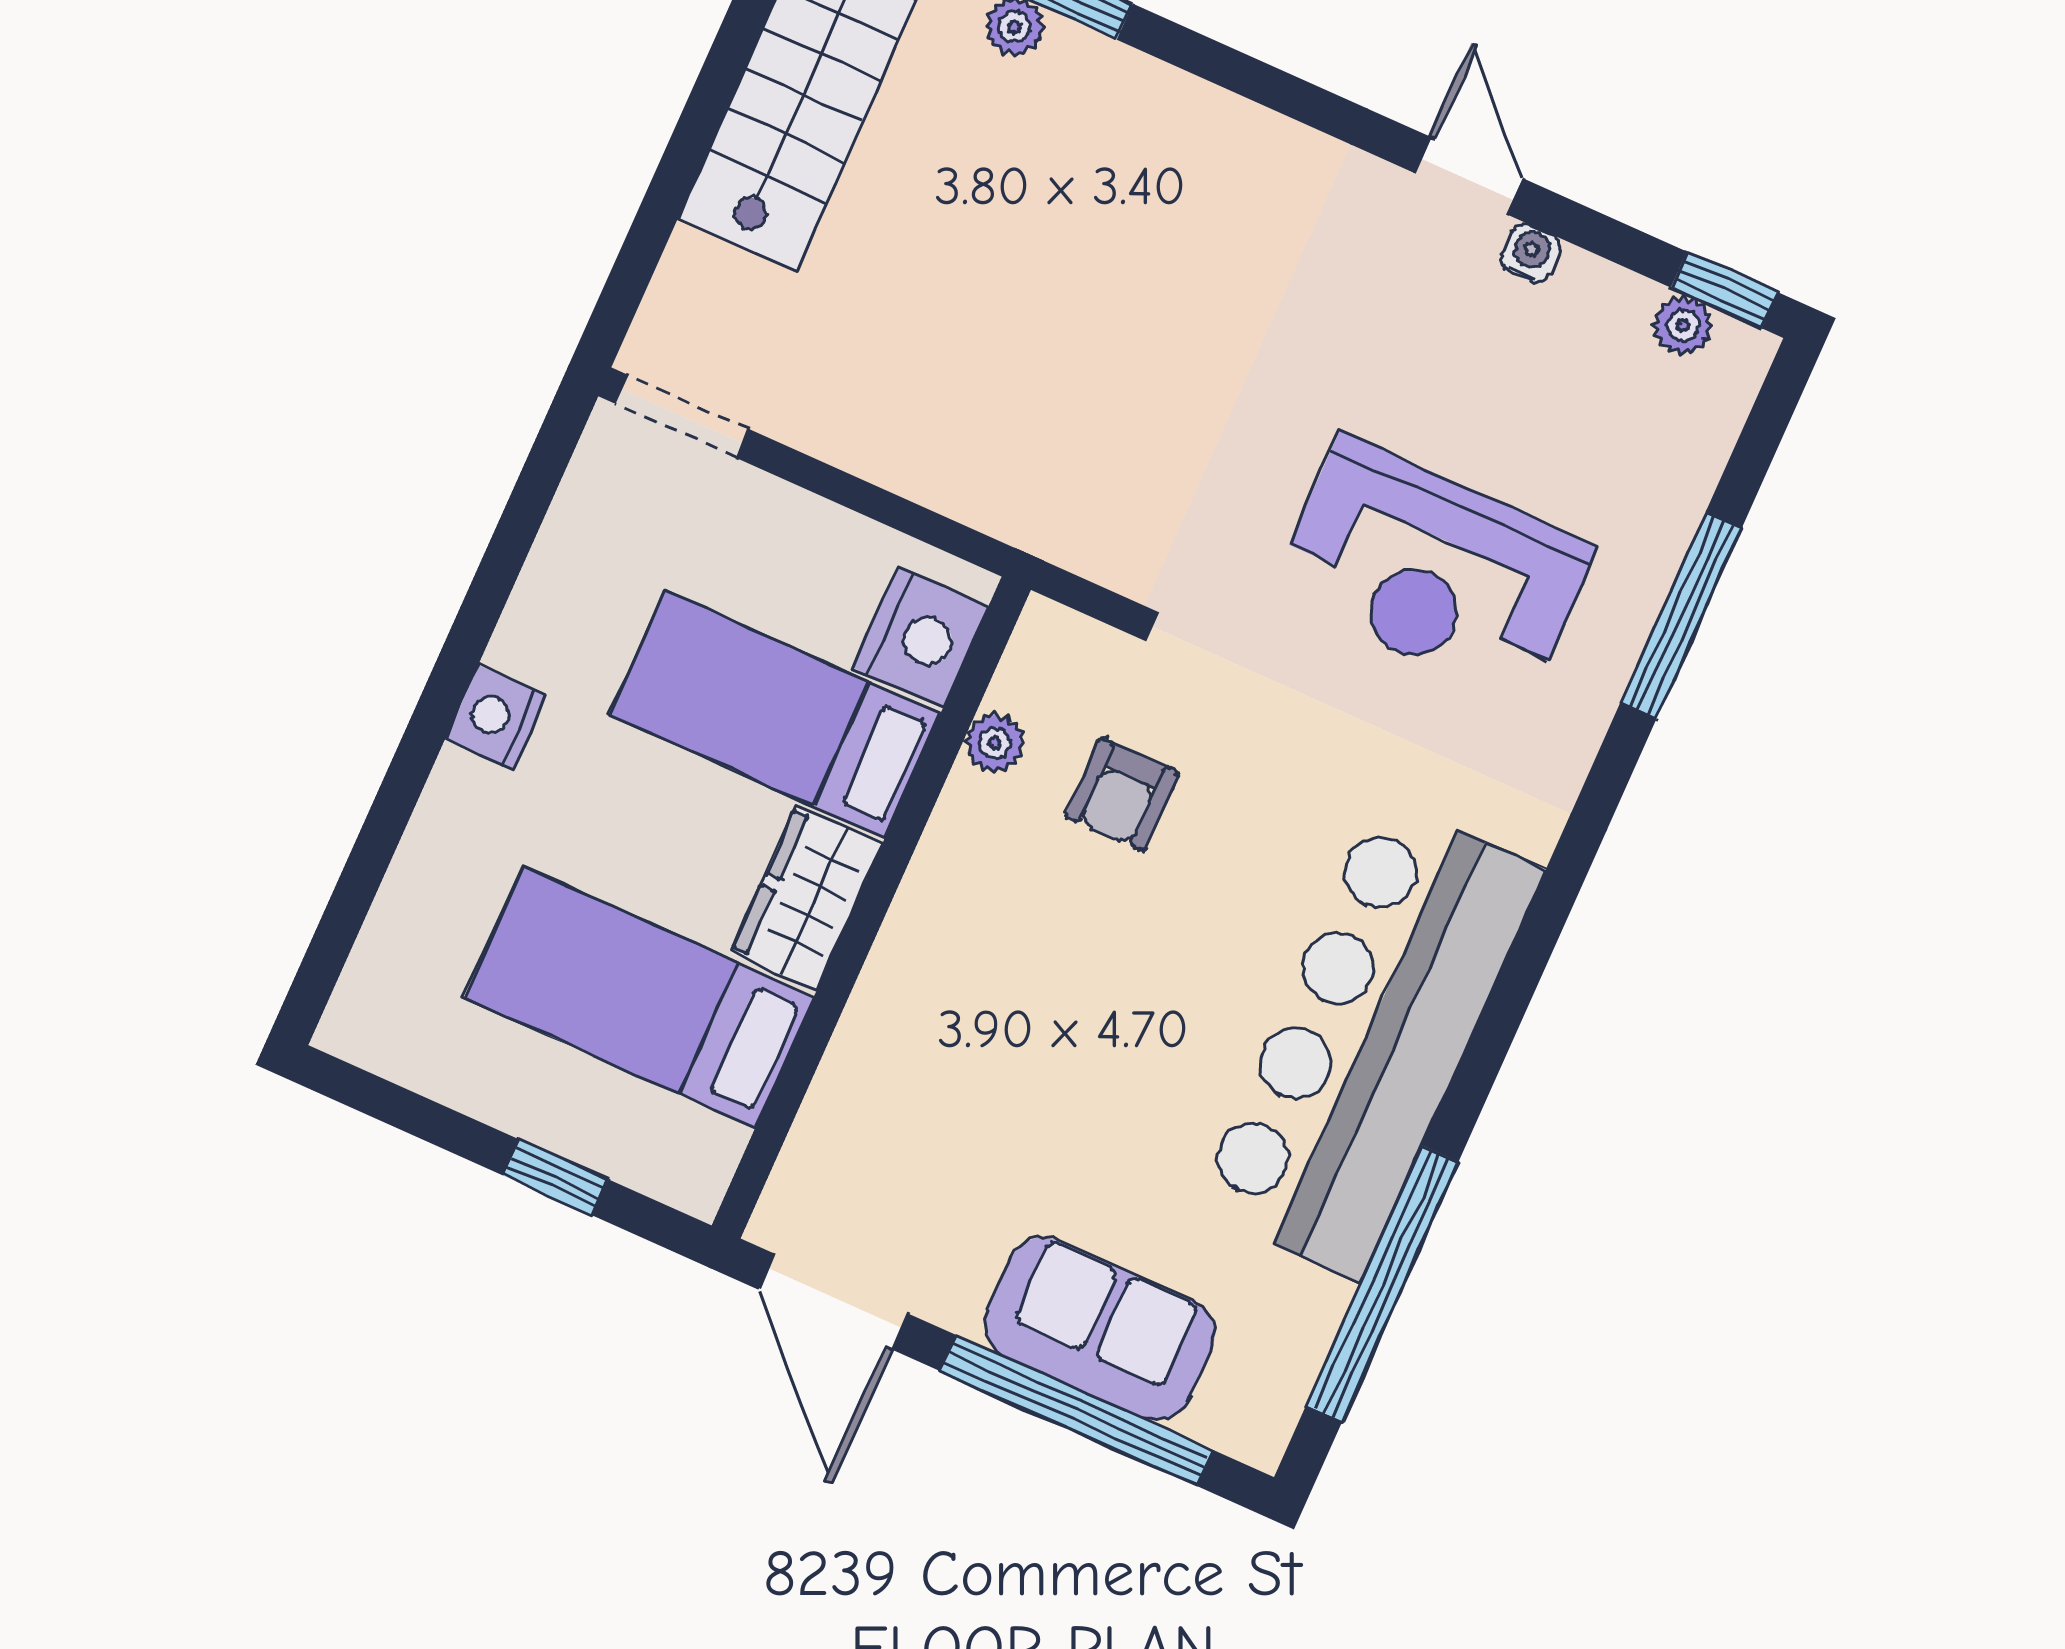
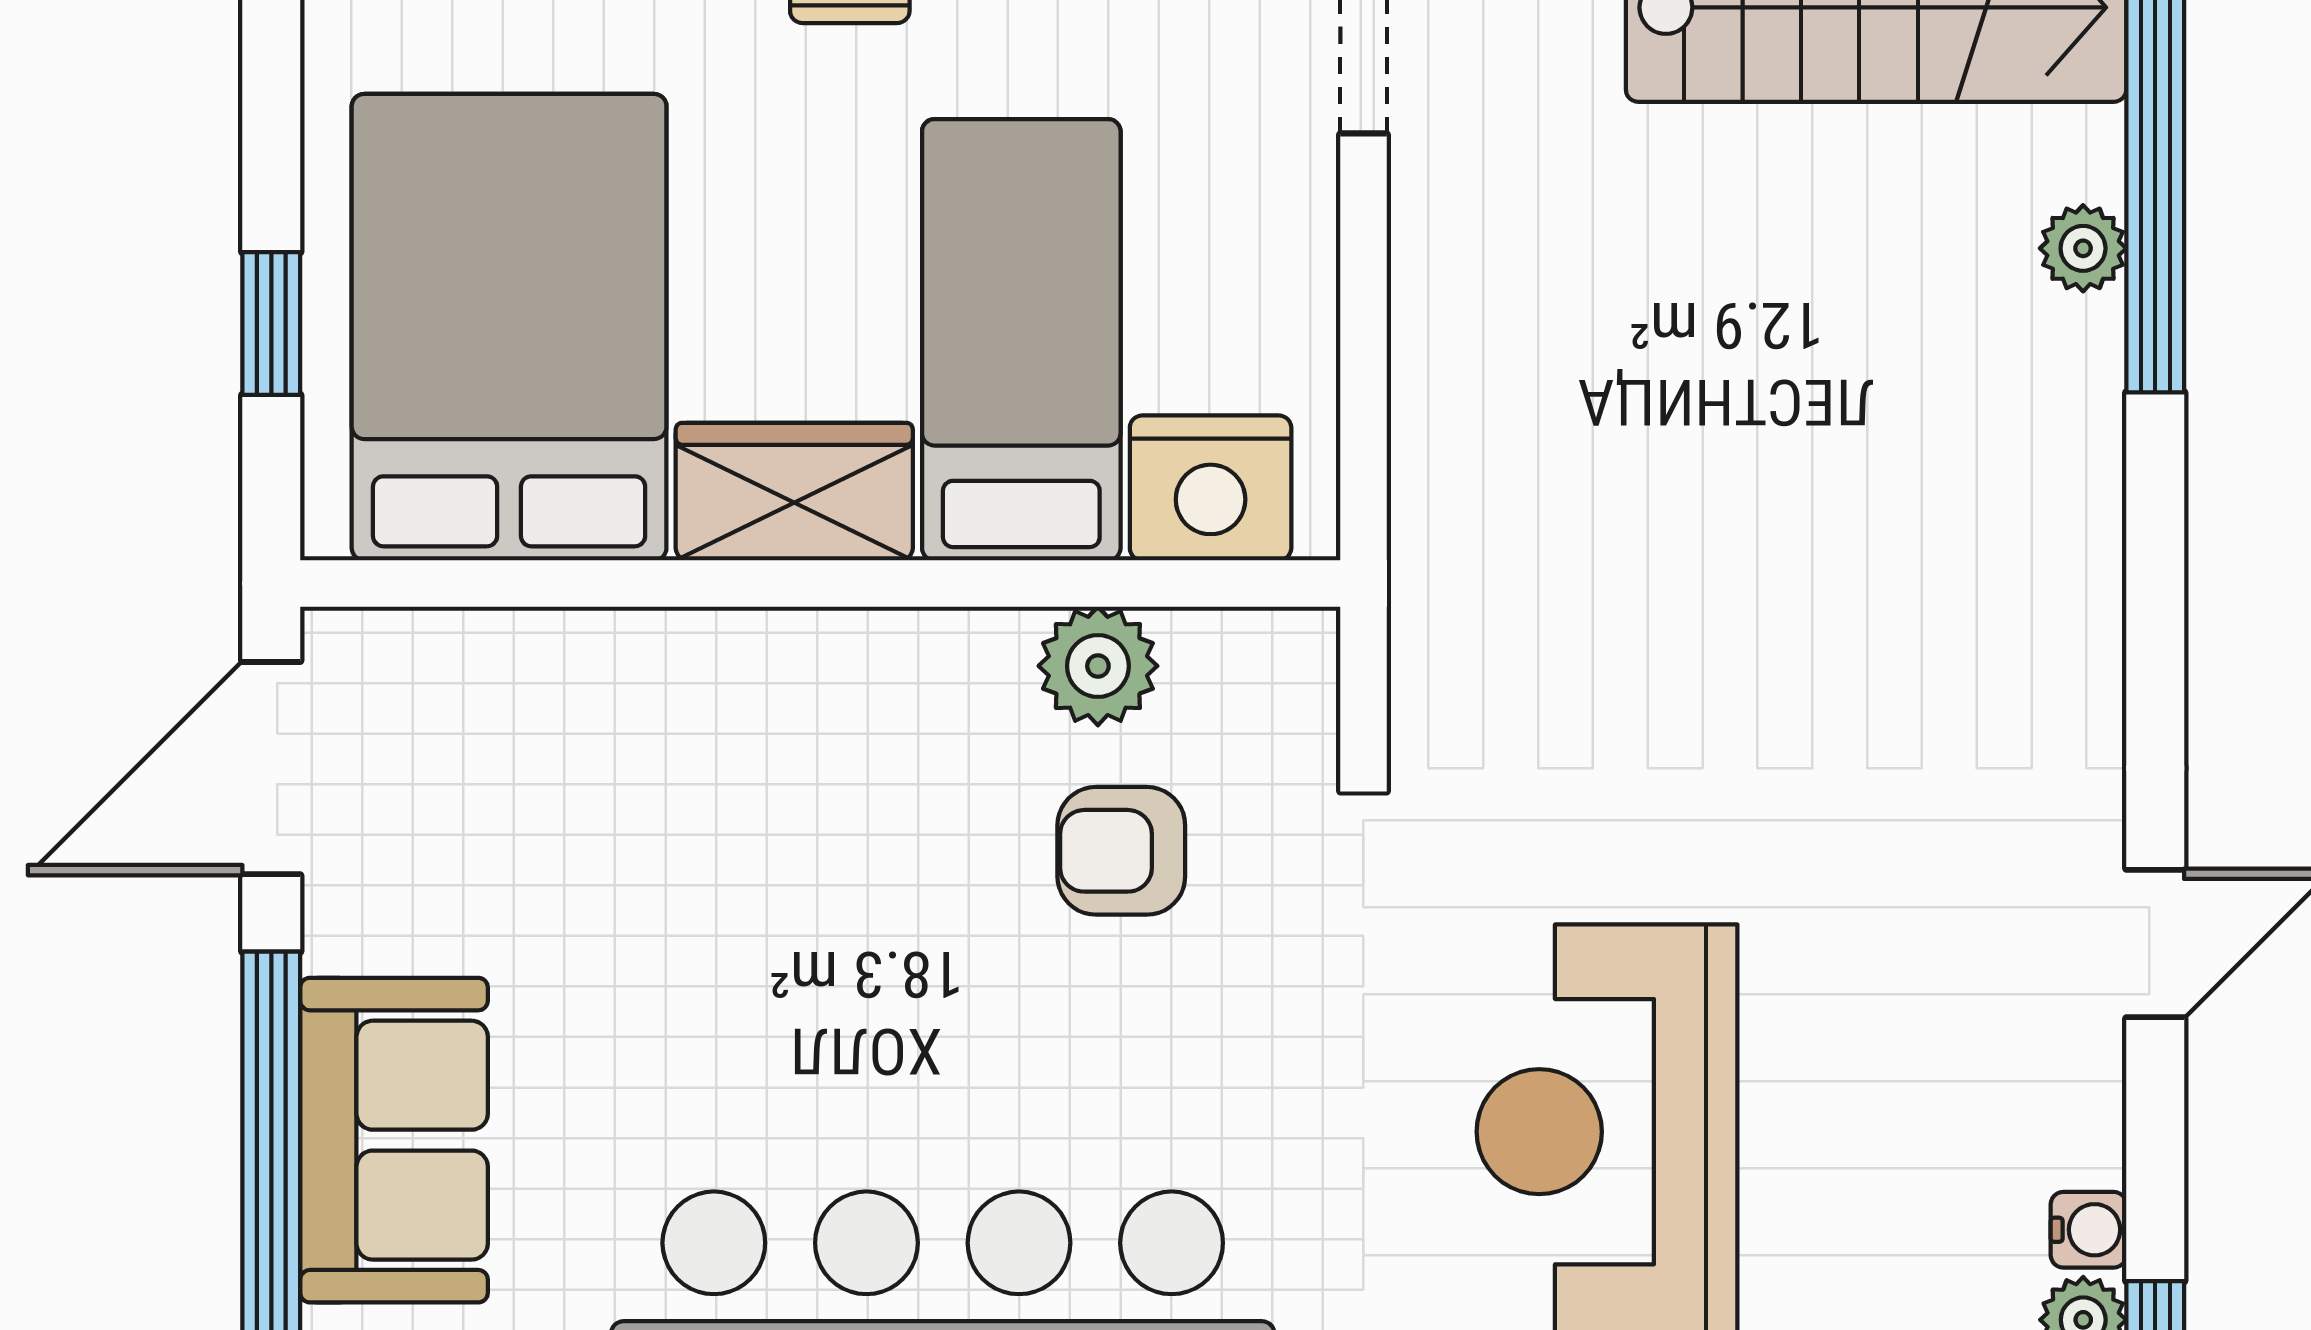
water cooler: (1530, 253) -> (2088, 1230), moved
plant: (995, 743) -> (1098, 666), width x1.38, depth x1.38
bed: (639, 998) -> (509, 327), width x1.50

